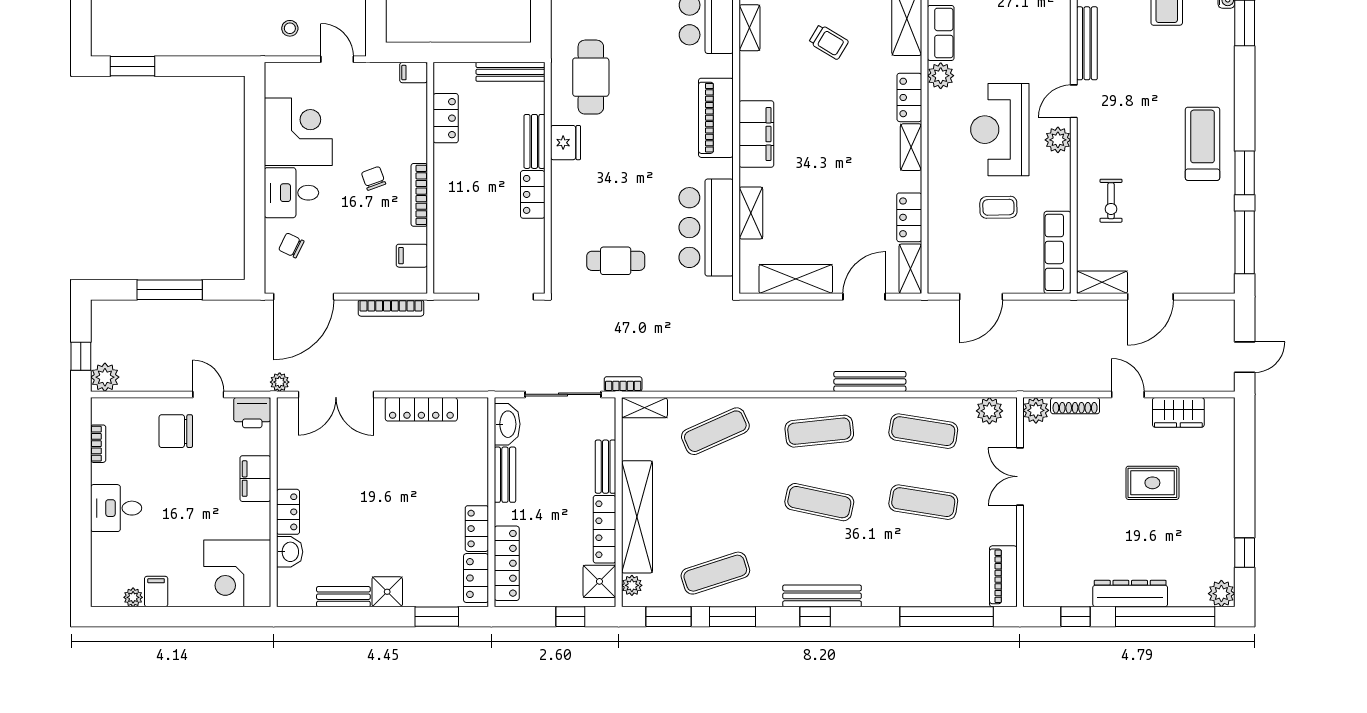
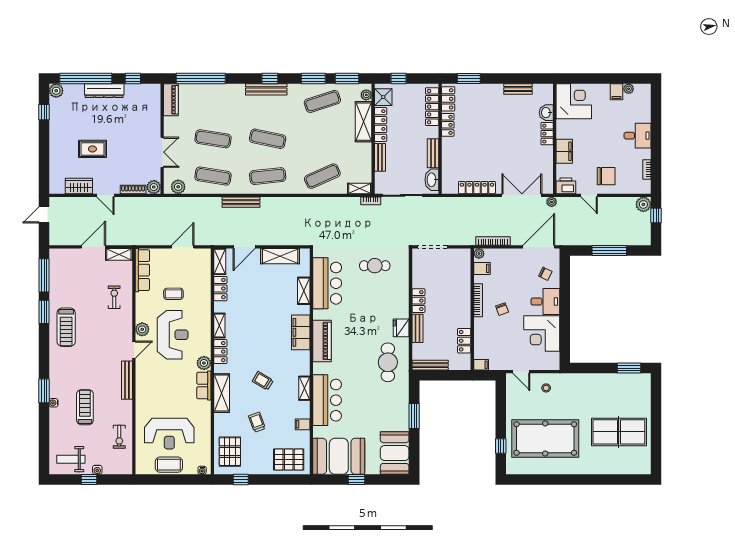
plant: (418, 284) -> (479, 254), added
shelving: (637, 517) -> (364, 122), width x0.68
shower: (387, 592) -> (495, 92), removed

